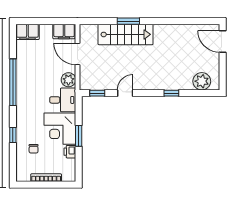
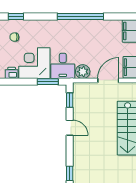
window: (13, 135) -> (16, 17), moved
window: (79, 136) -> (48, 82), moved

